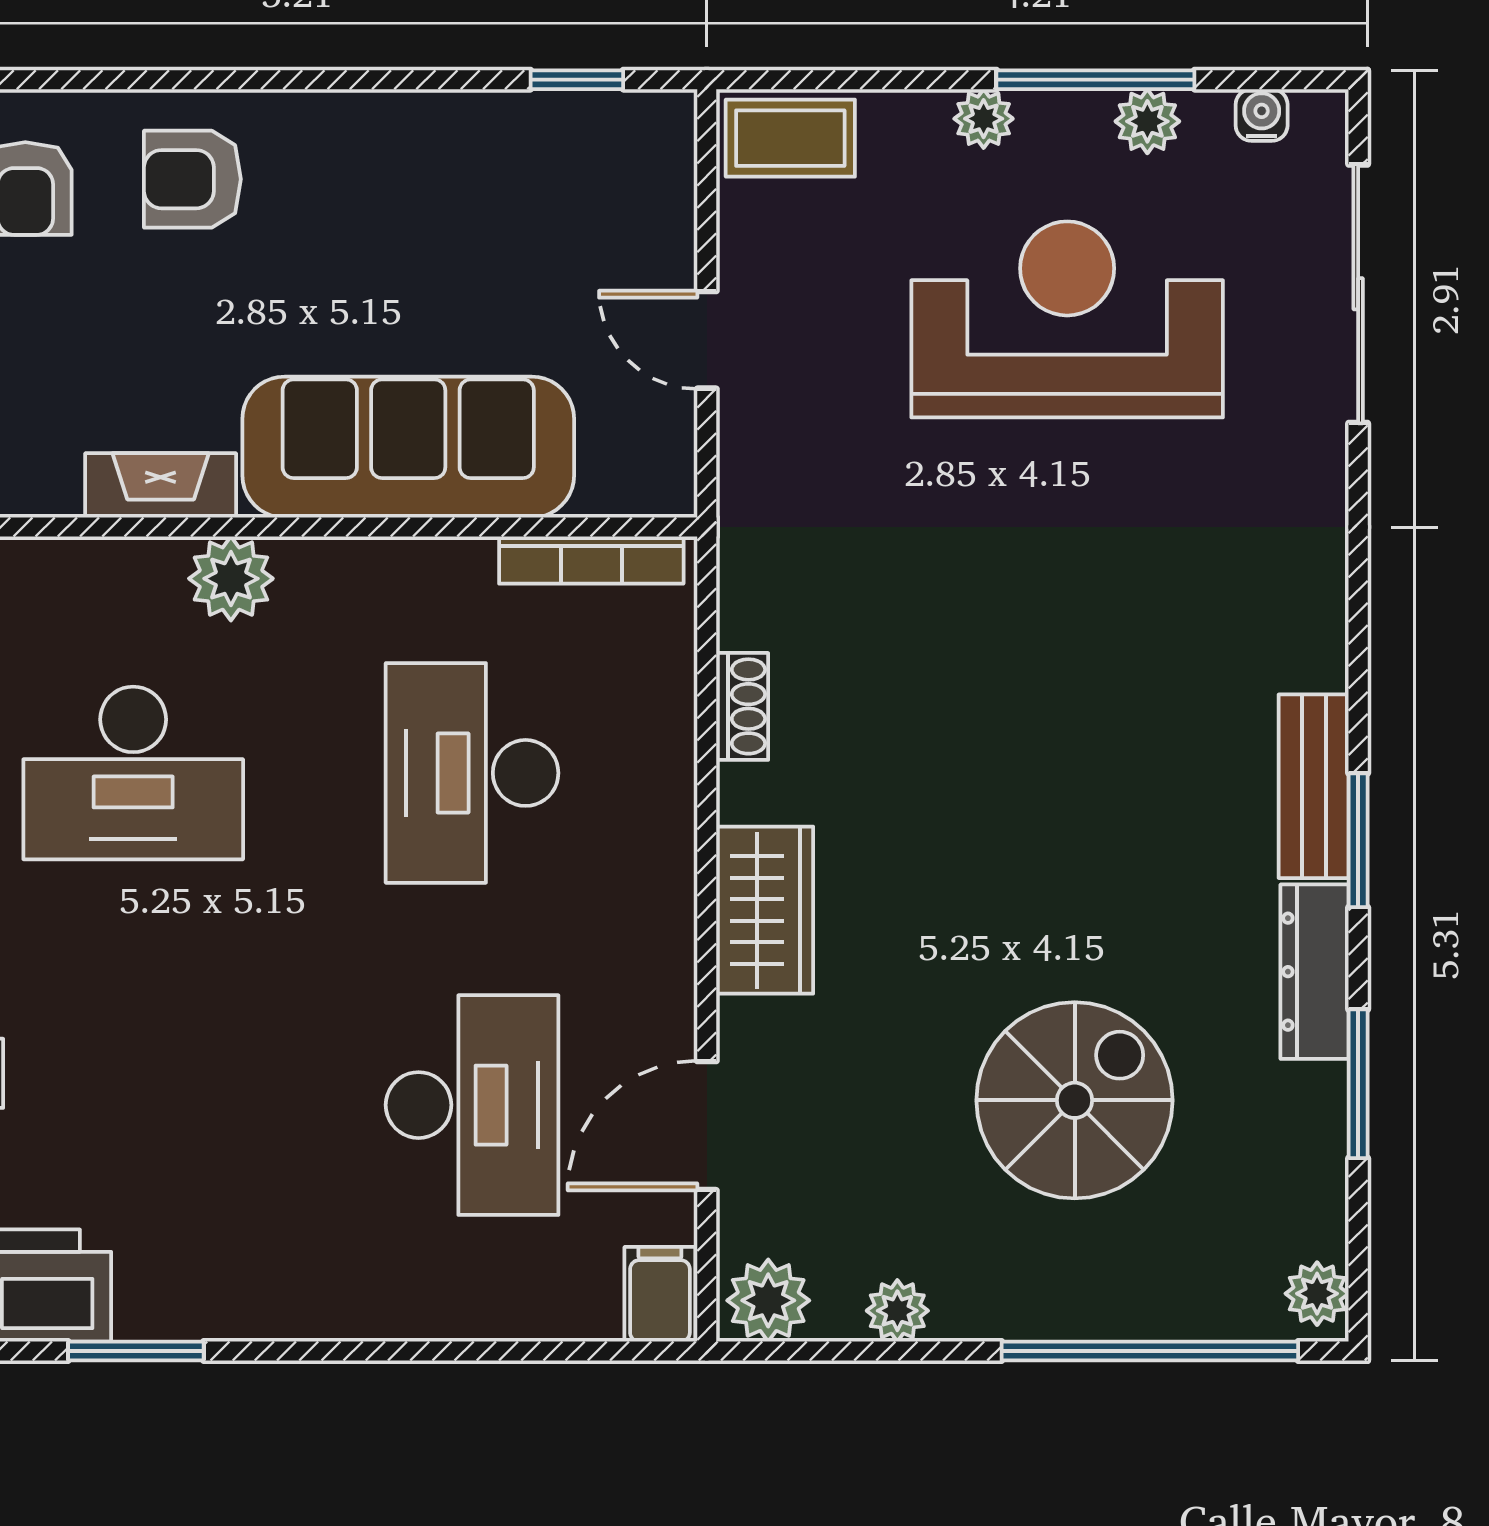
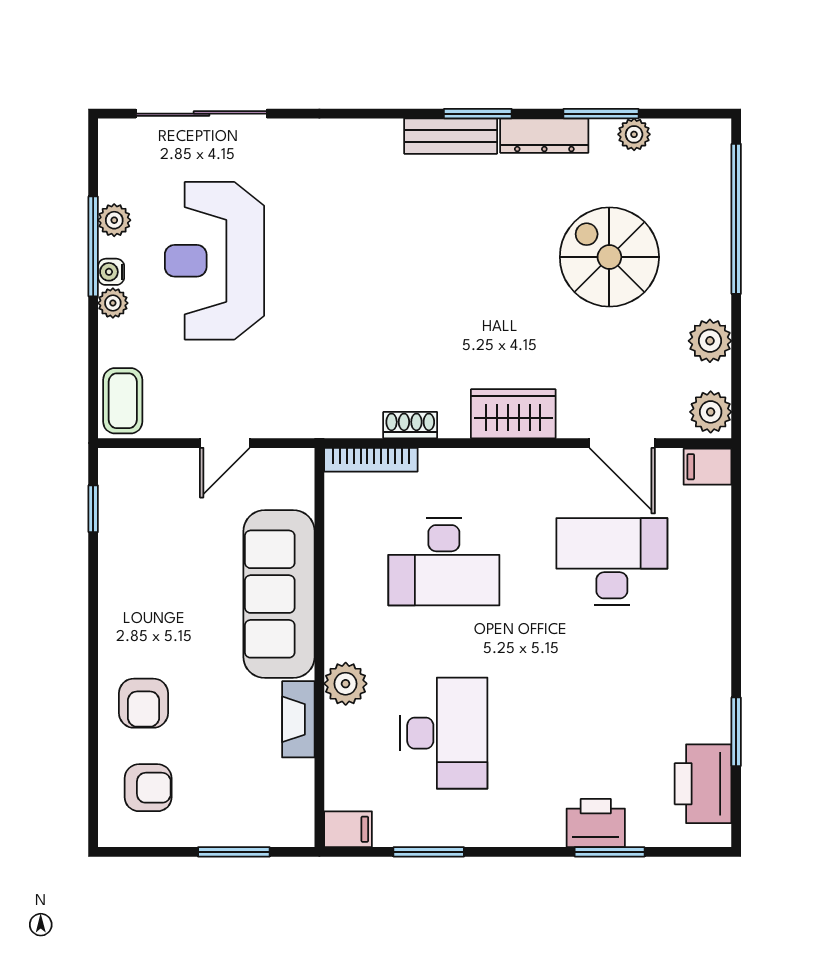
water cooler: (1262, 115) -> (111, 272), moved
bookcase: (591, 560) -> (371, 460), moved, turned 90
plant: (1317, 1294) -> (634, 134), moved
plant: (897, 1311) -> (710, 341), width x1.38, depth x1.38

